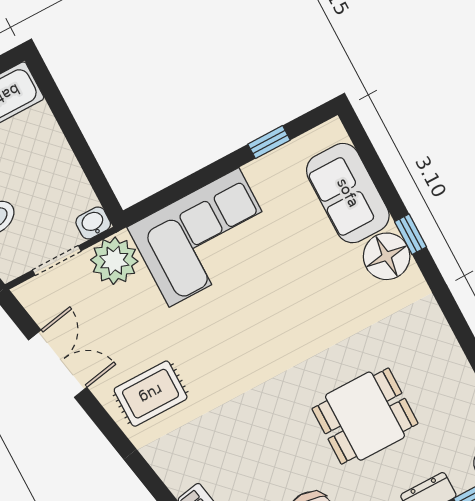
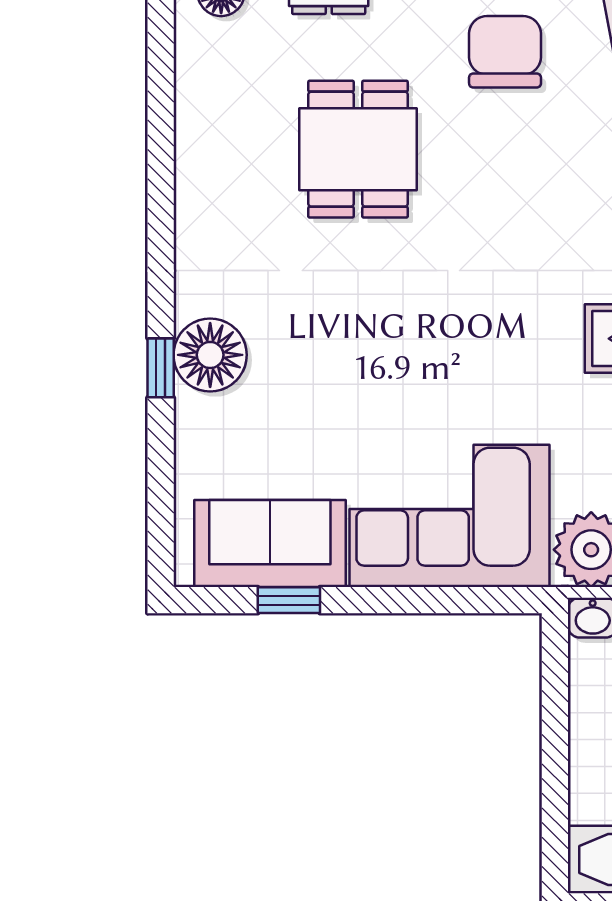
sofa: (348, 193) -> (270, 544), moved, turned -90
dining table: (365, 416) -> (358, 149), turned 90

